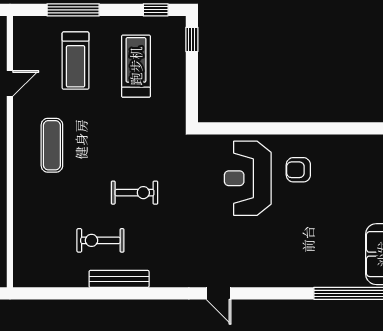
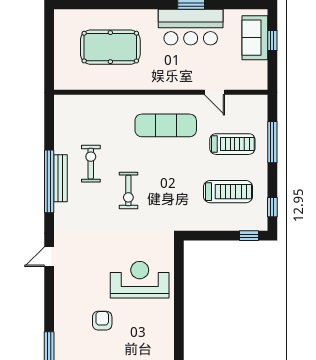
treadmill: (76, 61) -> (232, 144), turned 180
exercise mat: (52, 145) -> (166, 125), width x1.36, depth x1.45
armchair: (298, 170) -> (102, 321), moved
window: (123, 293) -> (49, 181), added

